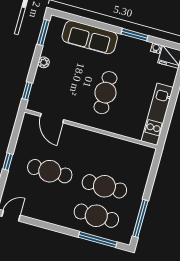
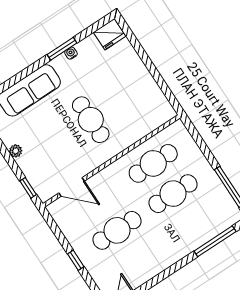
water cooler: (156, 48) -> (71, 53), moved
kitchen unit: (157, 114) -> (150, 91), removed
cafe table: (96, 216) -> (153, 163), moved

